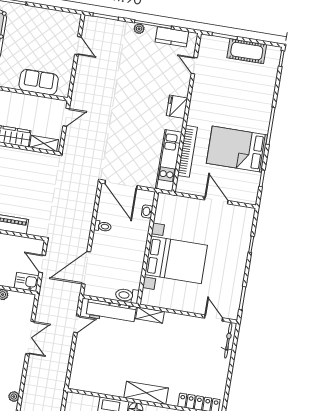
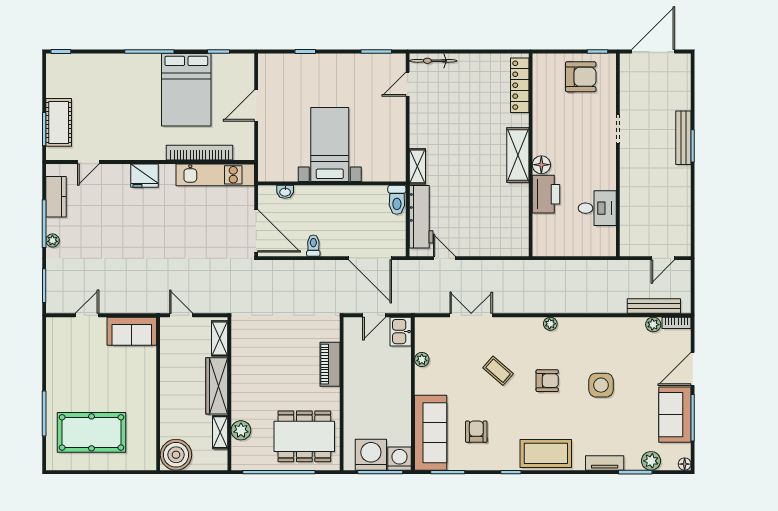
cot: (247, 51) -> (59, 122), moved
sofa: (39, 82) -> (132, 331), moved, turned -90
door: (121, 185) -> (256, 231), hinge flipped
bed with nightstands: (176, 260) -> (330, 144), width x0.73

